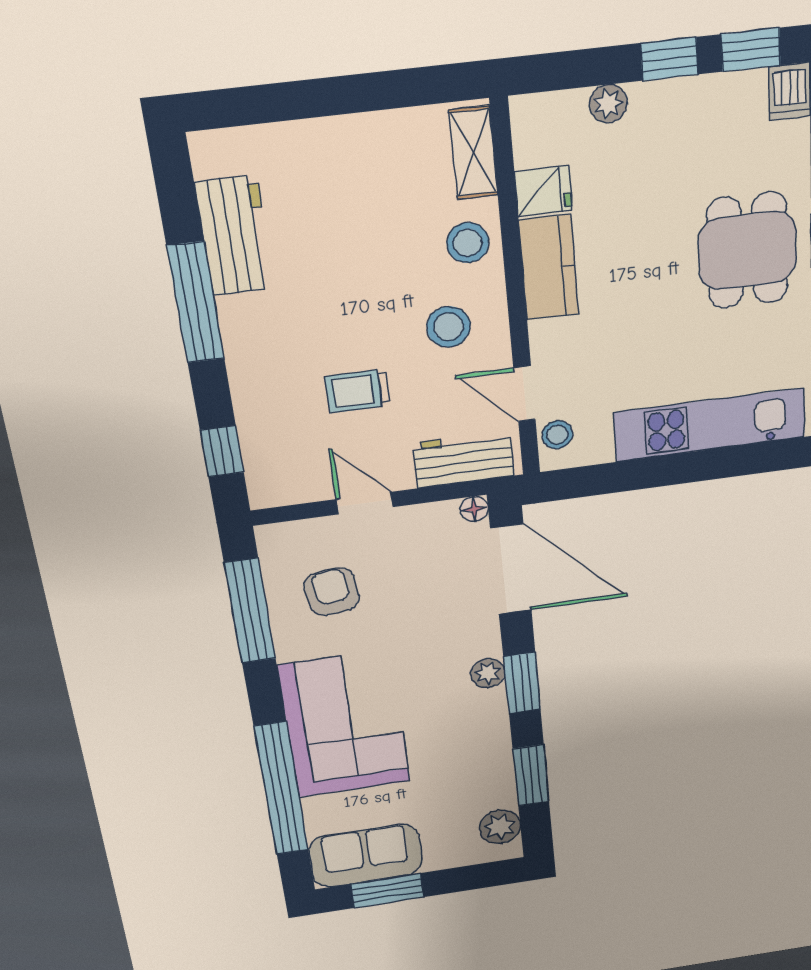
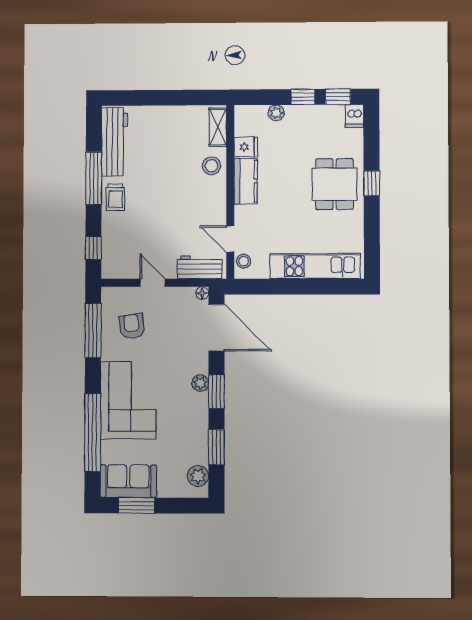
workbench: (235, 236) -> (114, 142), width x1.38
stool: (449, 327) -> (199, 203), removed
trolley: (358, 391) -> (115, 197), moved, turned -90

